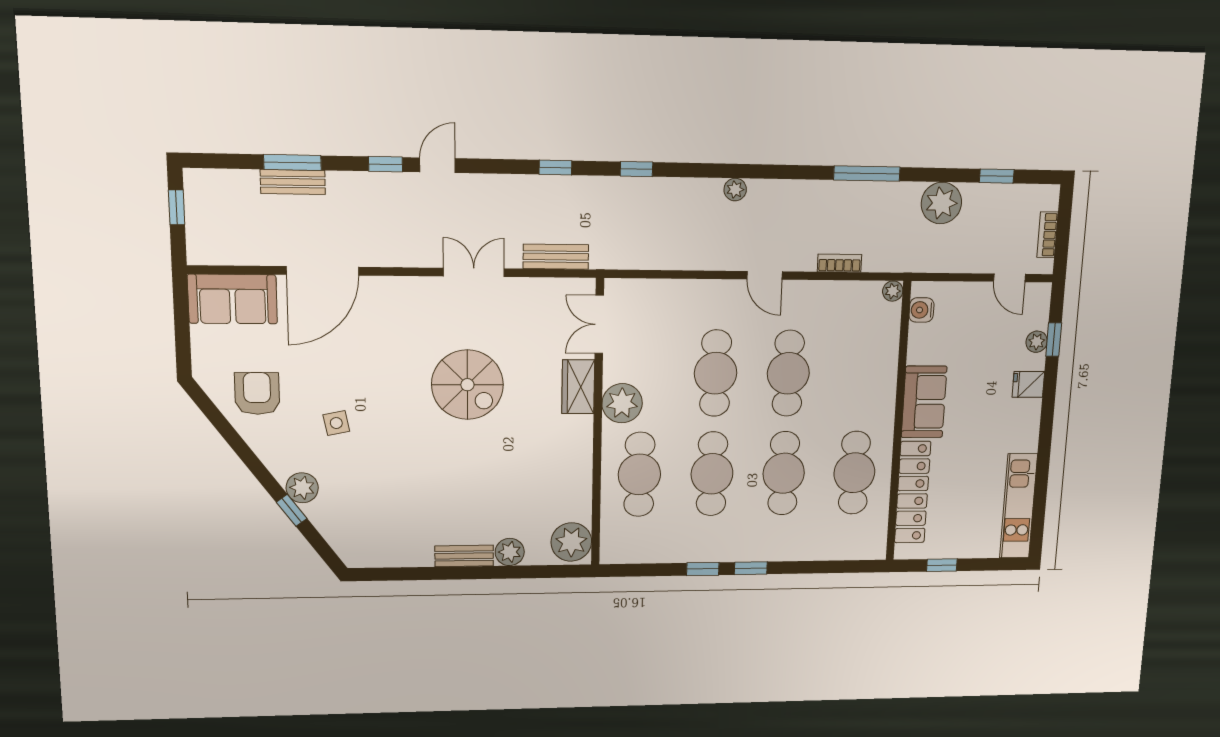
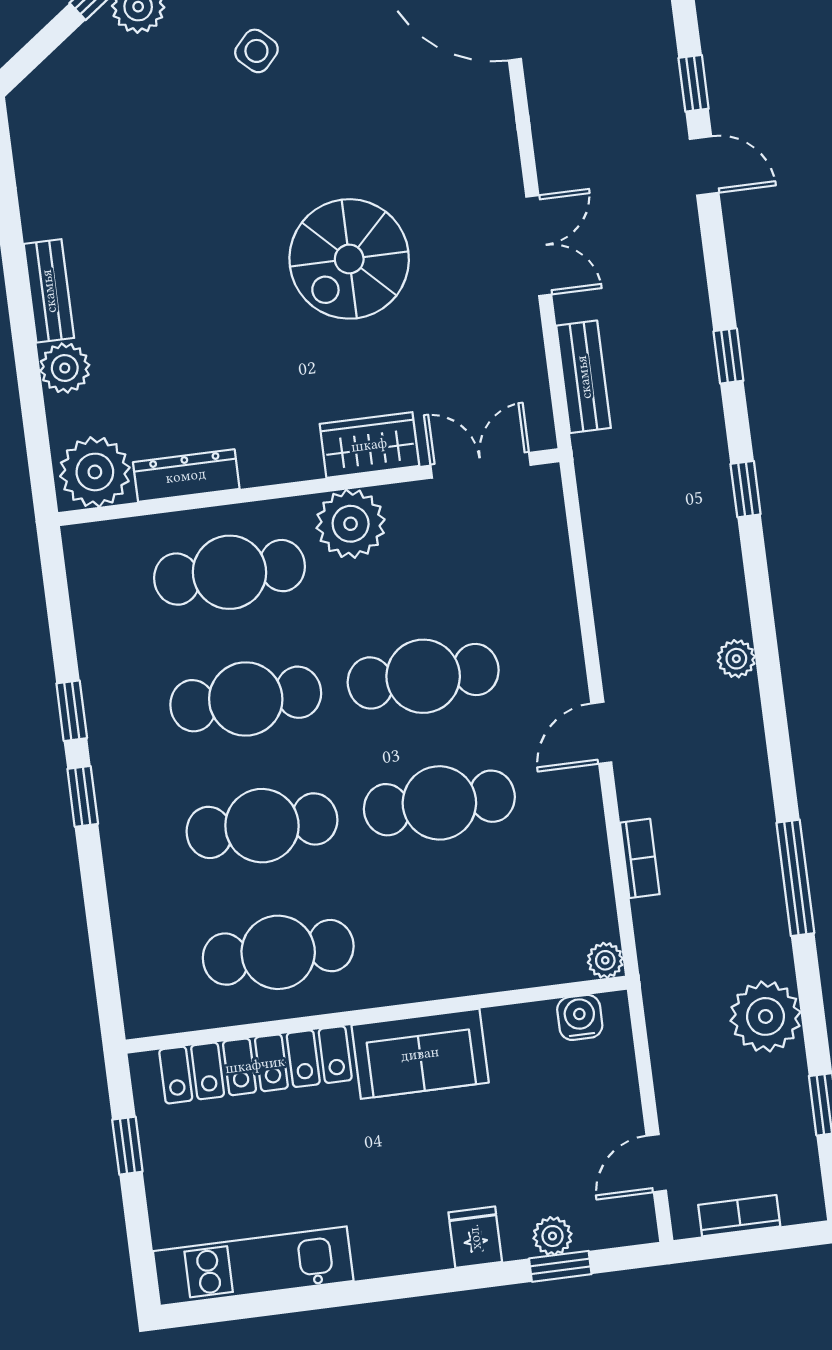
side table: (336, 423) -> (256, 51), turned -36
dresser: (581, 492) -> (186, 476), added

